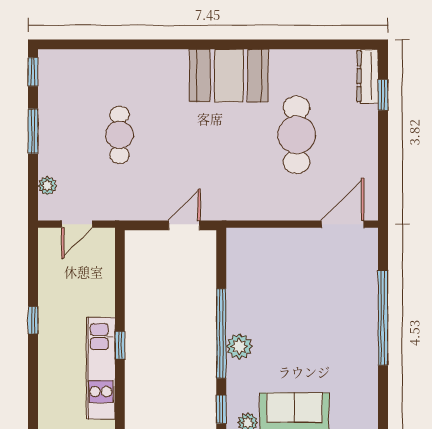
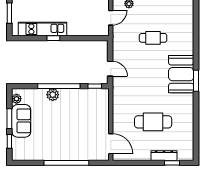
window: (210, 44) -> (196, 81), added
booth: (229, 76) -> (181, 74), moved
dresser: (368, 76) -> (164, 156), moved
door: (77, 224) -> (111, 18), swing flipped
window: (221, 409) -> (95, 86), moved

